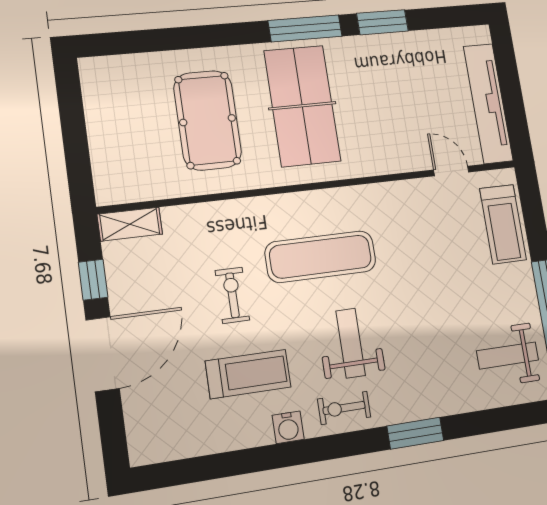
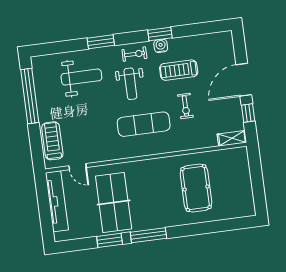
table tennis table: (302, 106) -> (114, 202), moved
weight bench: (508, 355) -> (81, 77), moved, width x1.36, depth x1.33
window: (290, 454) -> (160, 34), added

